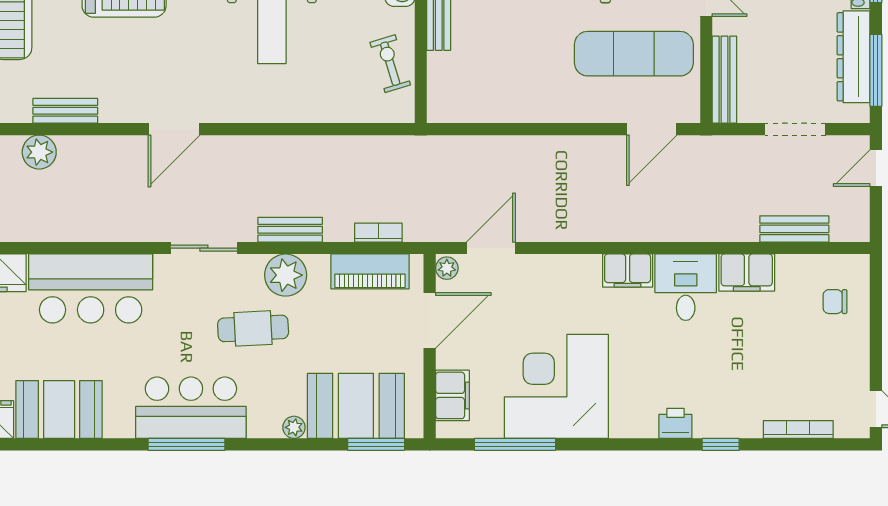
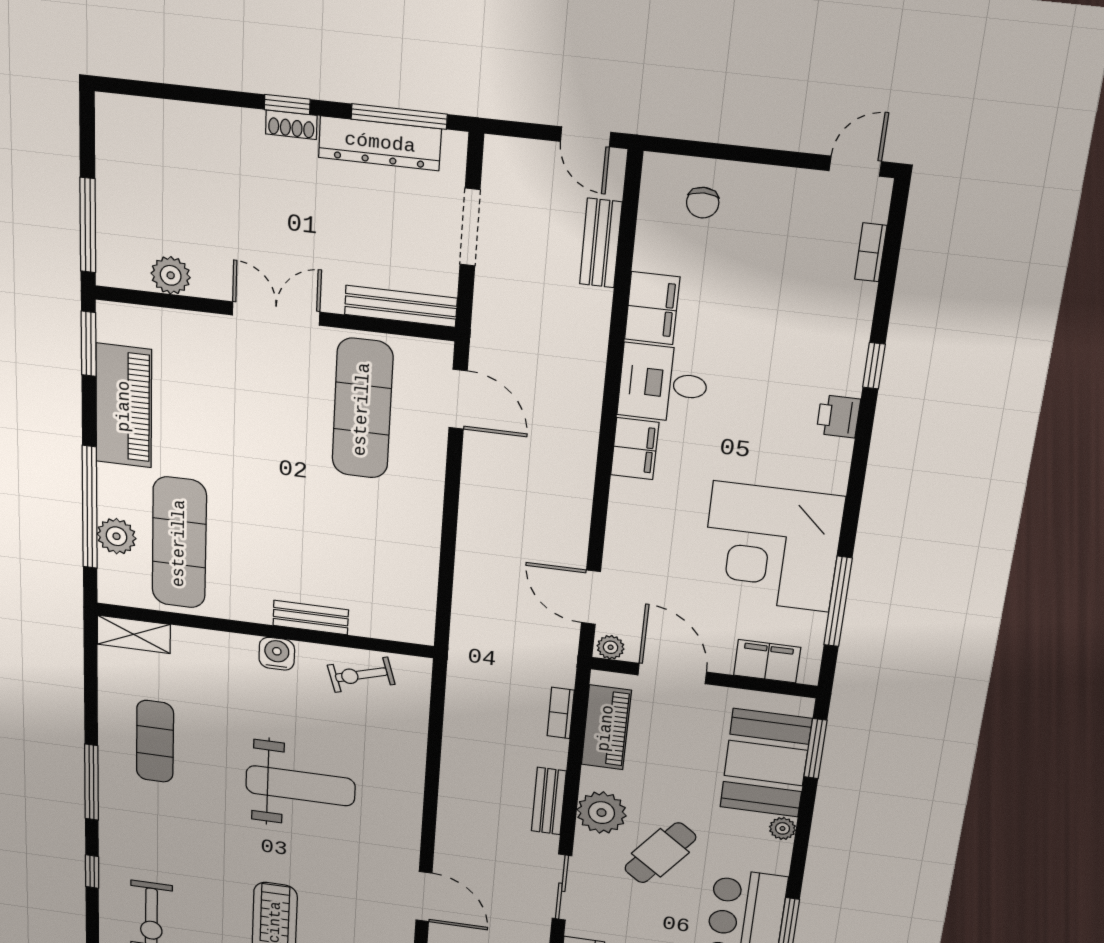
door: (876, 168) -> (586, 137), moved
cafe table: (253, 328) -> (660, 853), turned 40
bookcase: (798, 429) -> (871, 252), width x0.64

